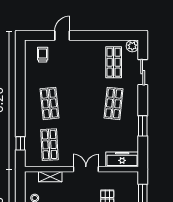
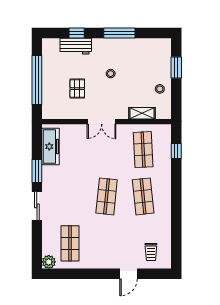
sliding door: (143, 72) -> (37, 206), moved
shop shelf: (114, 103) -> (107, 196), moved
freezer: (122, 159) -> (50, 147), moved, turned -90

